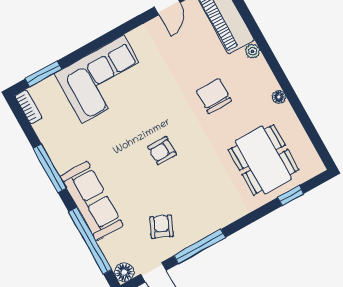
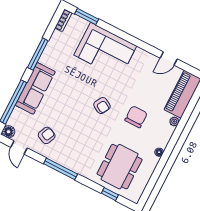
armchair: (162, 151) -> (102, 106), moved, turned -151
window: (200, 246) -> (61, 169), moved

